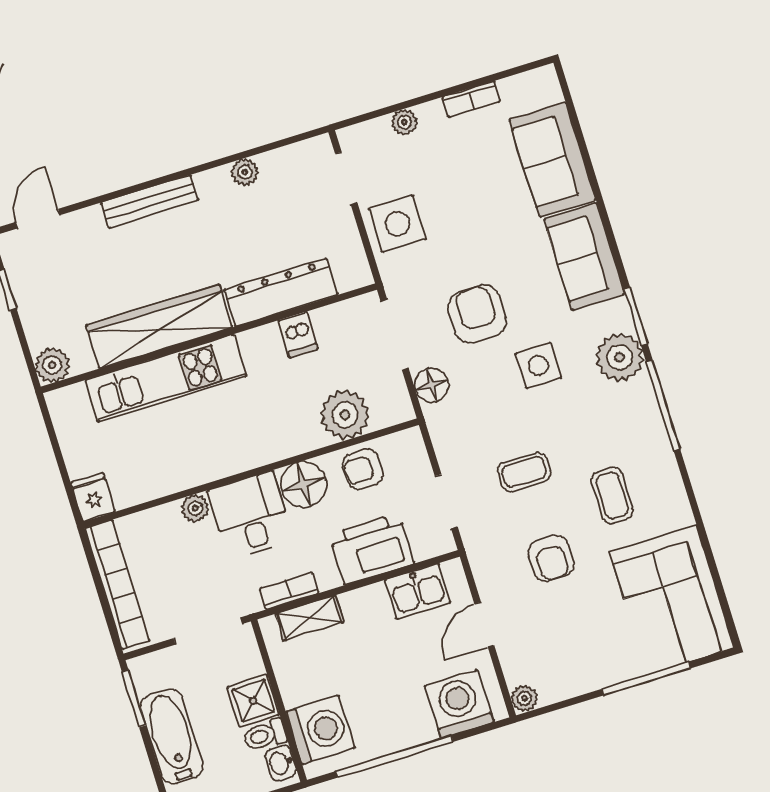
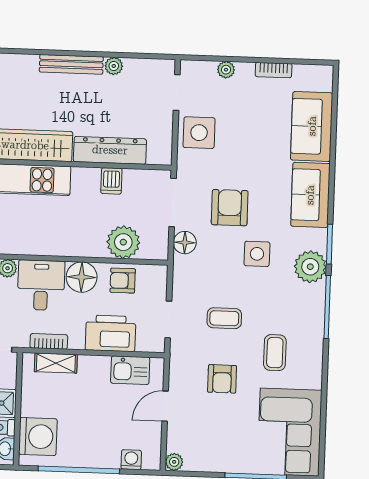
bench: (149, 201) -> (71, 64), moved
washing machine: (459, 704) -> (131, 460), width x0.53, depth x0.53

